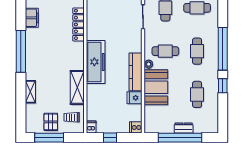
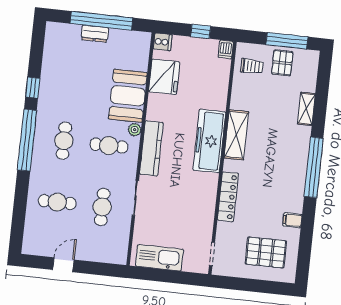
filing cabinet: (32, 18) -> (292, 220), width x0.50
kitchen counter: (135, 72) -> (151, 148), moved
shelving: (77, 87) -> (236, 135), moved
cafe table: (197, 94) -> (71, 79), removed
fridge: (134, 98) -> (164, 77), width x1.88, depth x1.34

